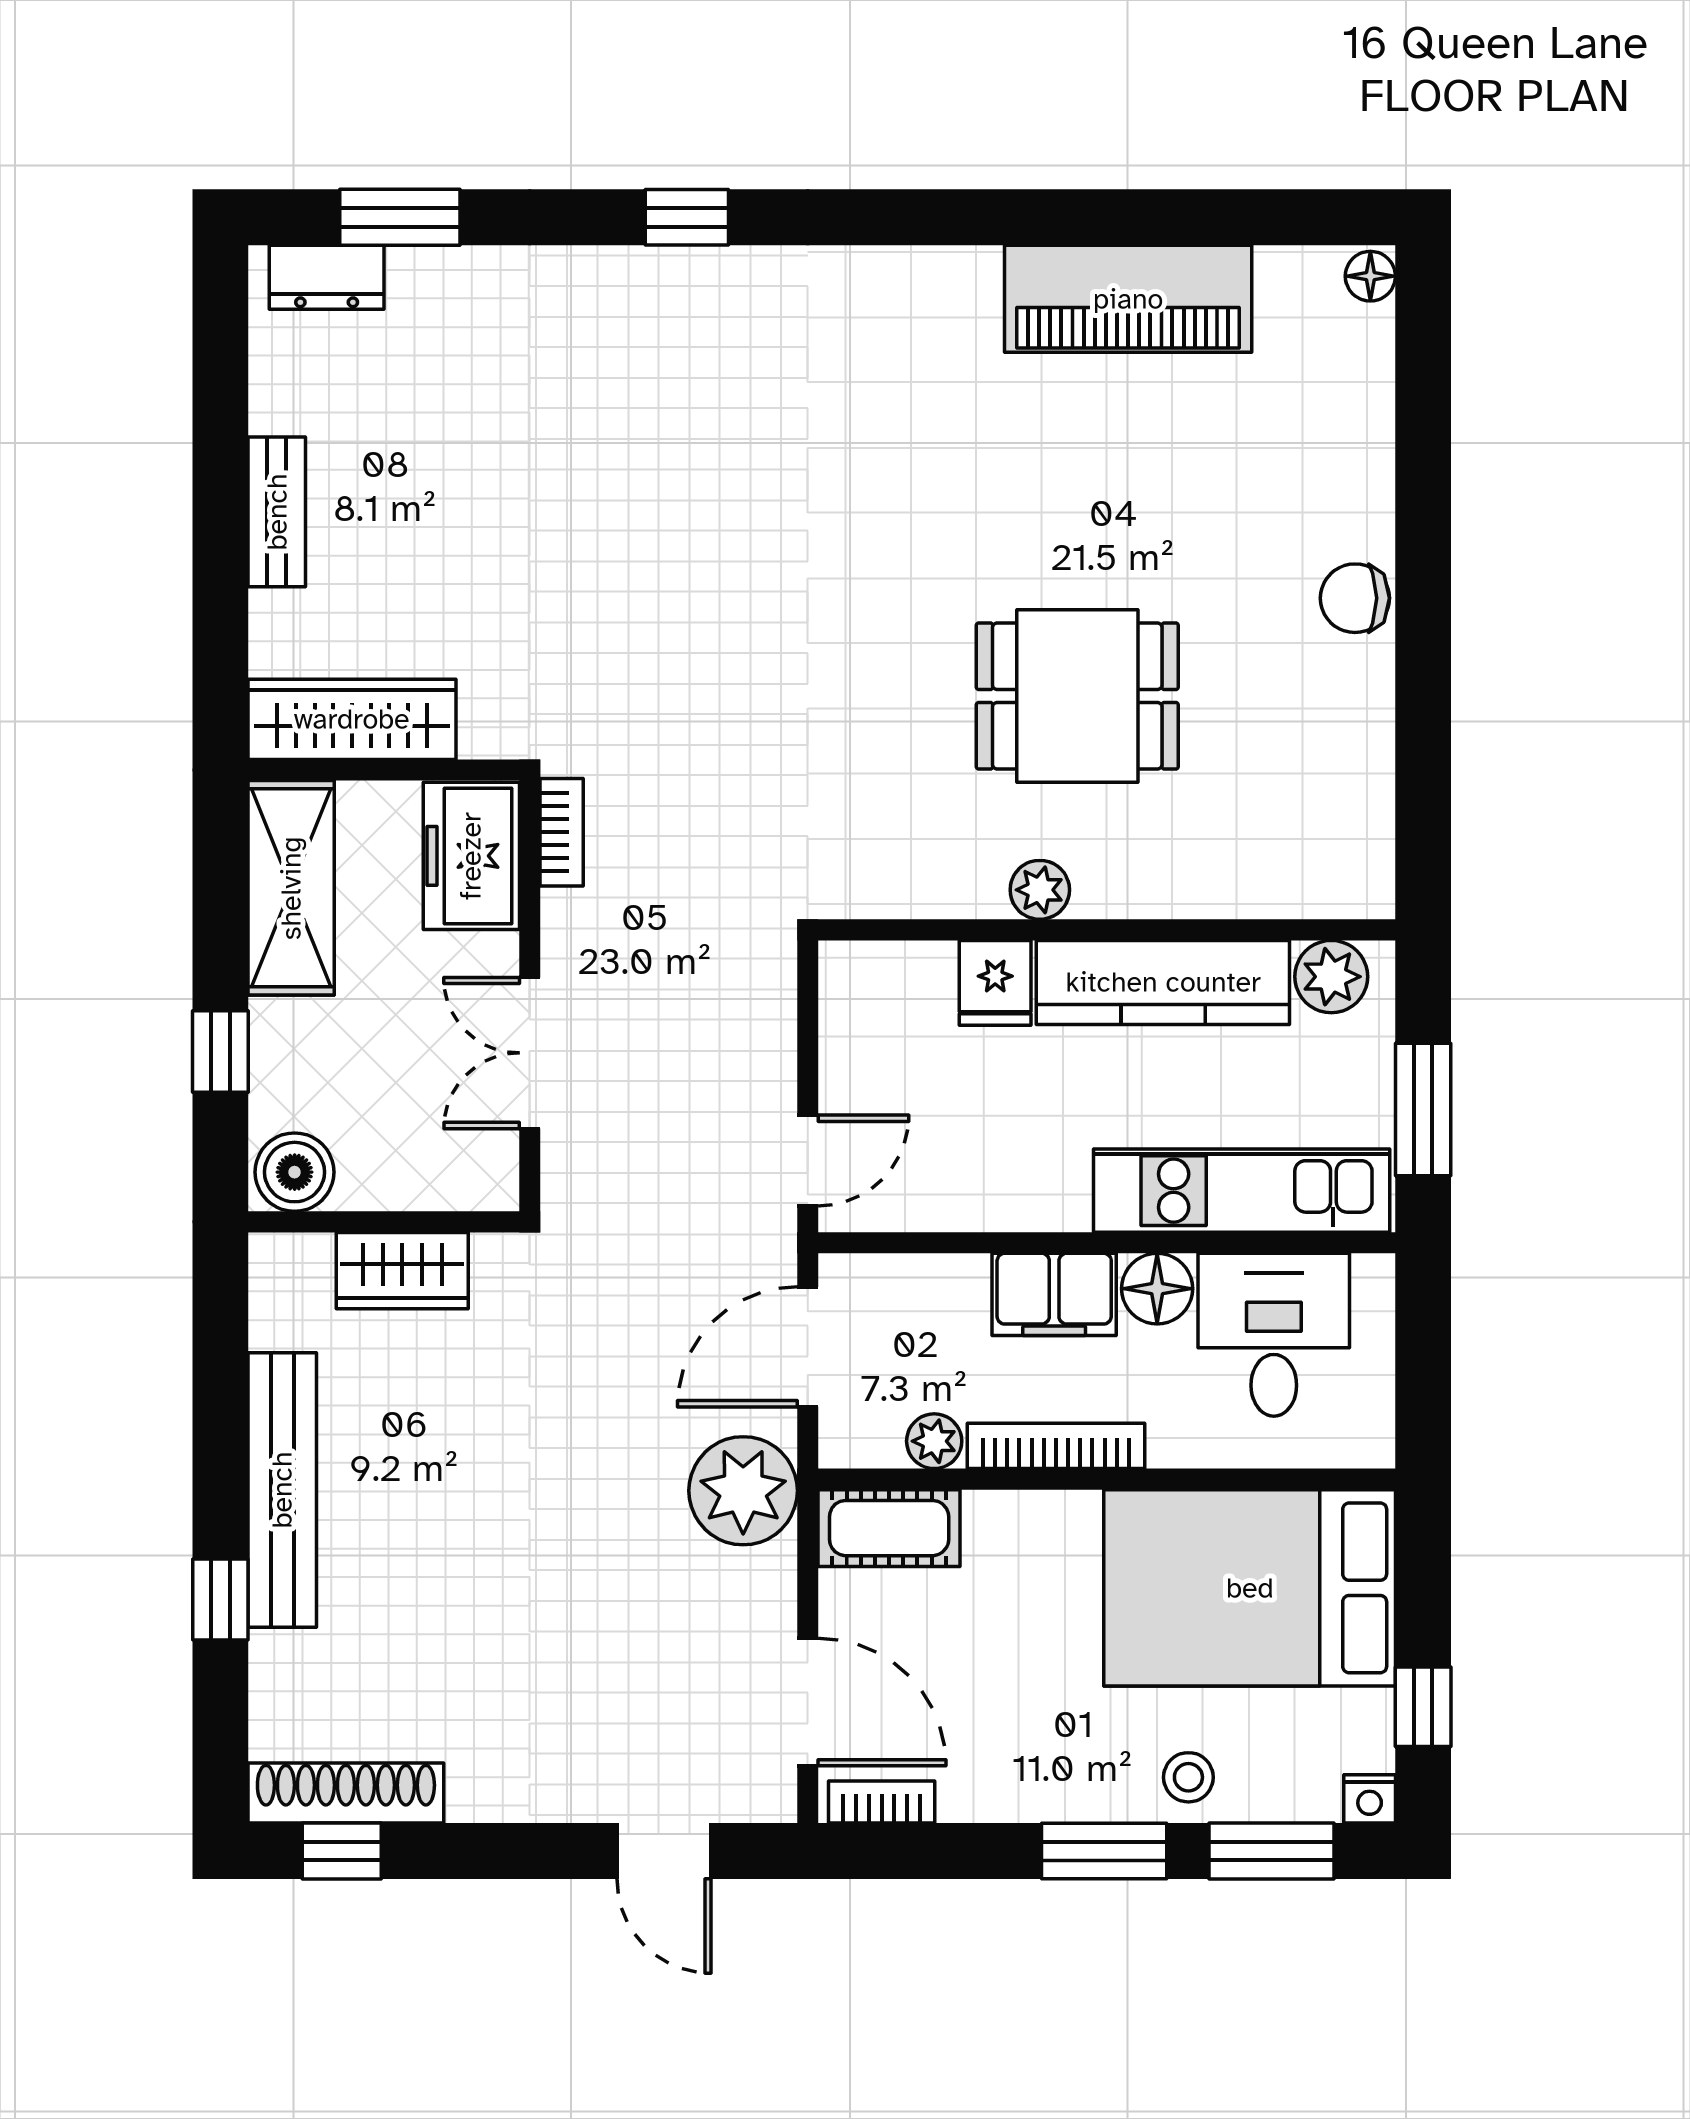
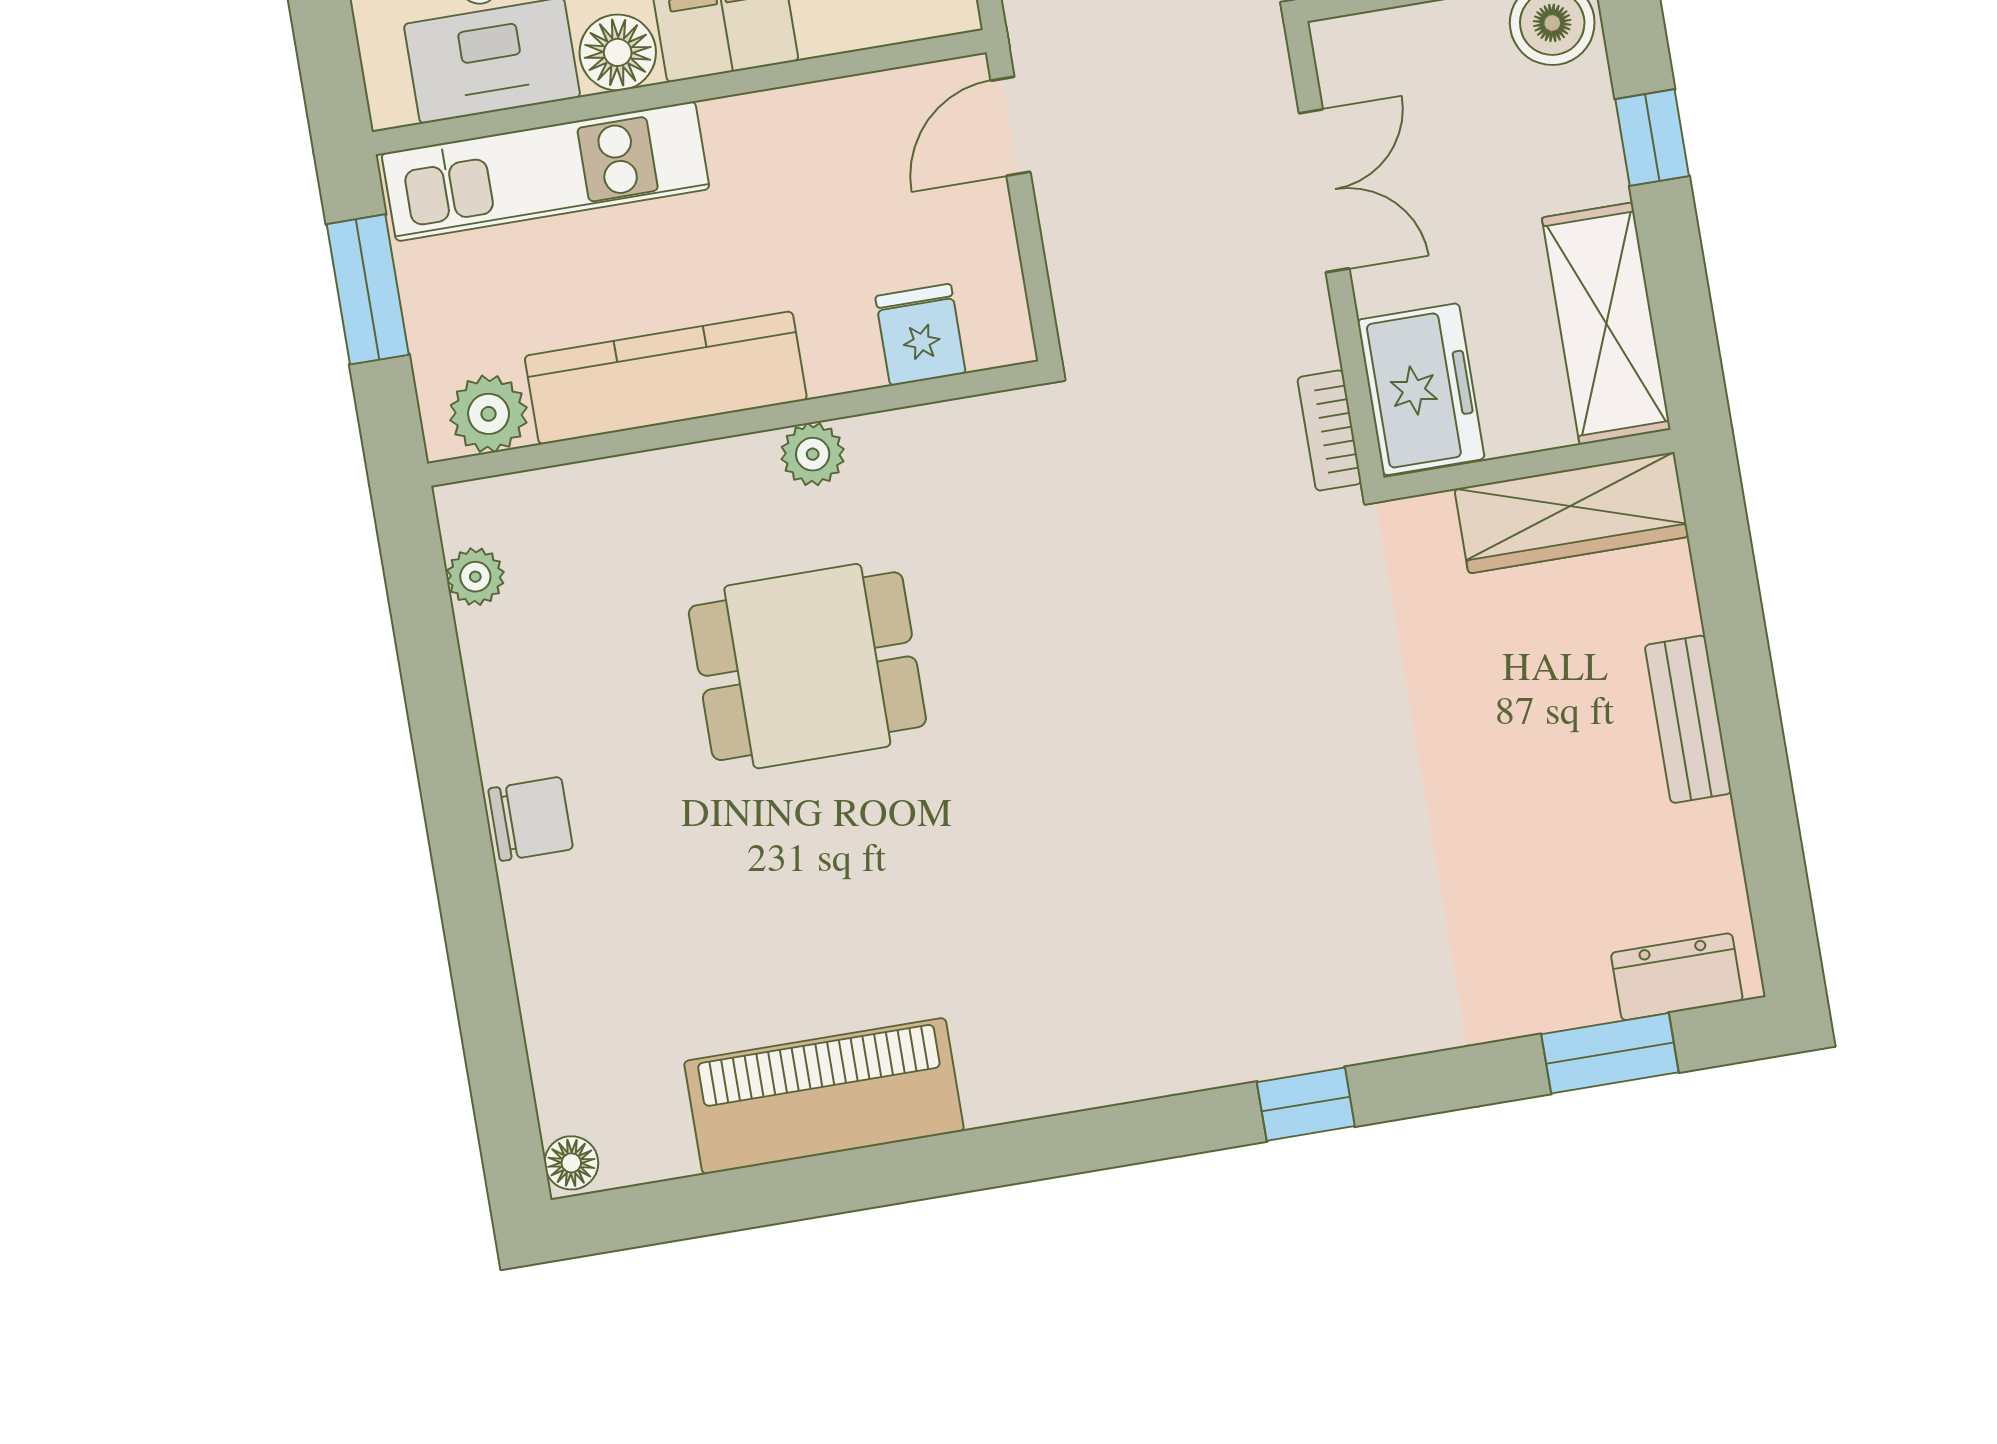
plant: (1368, 829) -> (475, 577), added
fridge: (995, 983) -> (920, 335), moved

